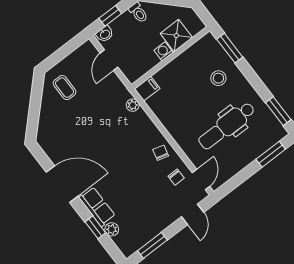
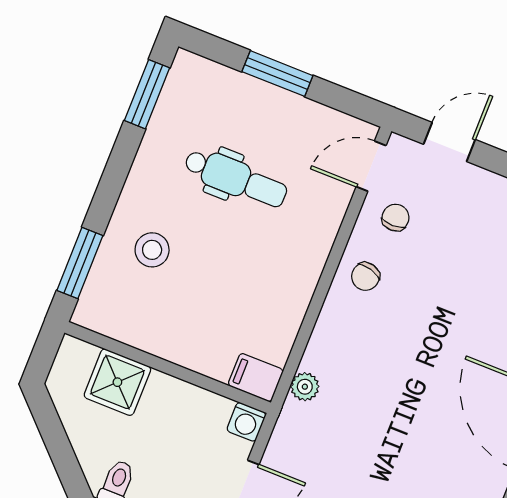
washing machine: (163, 51) -> (246, 422), moved
dental chair: (227, 126) -> (236, 178), width x0.73, depth x0.72
window: (271, 154) -> (277, 74), moved

